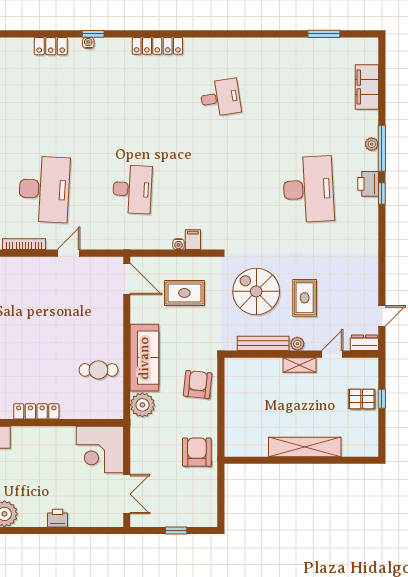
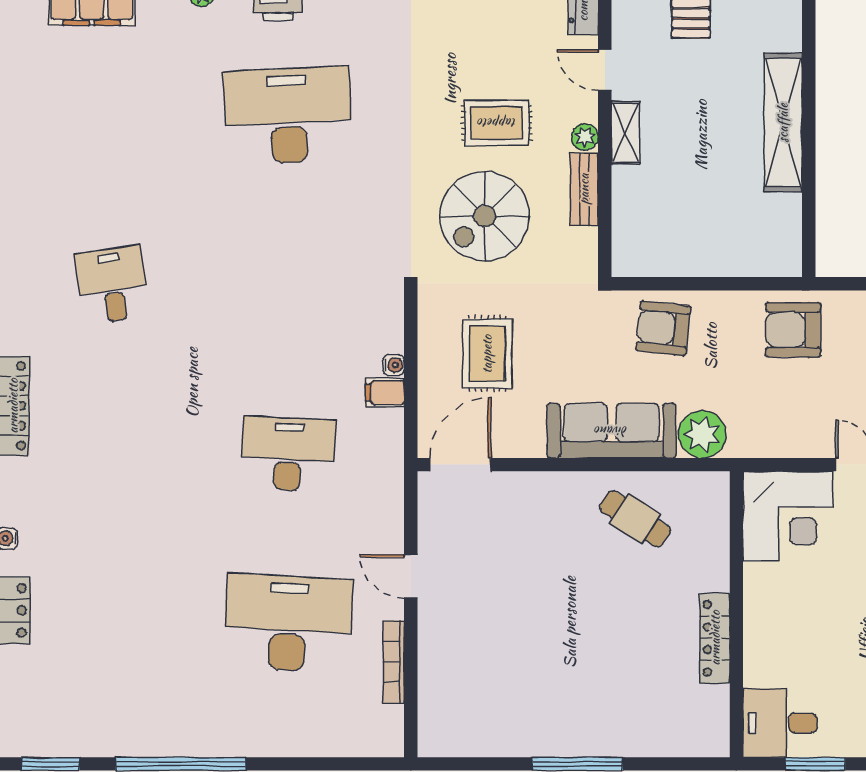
filing cabinet: (193, 240) -> (385, 393), moved
bench: (263, 343) -> (584, 189), width x0.73
cafe table: (98, 370) -> (635, 519), turned -57

